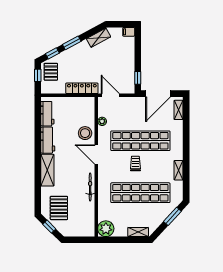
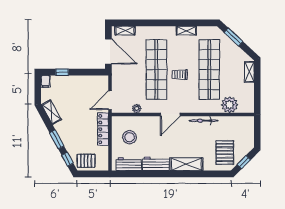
window: (38, 75) -> (90, 174), removed
window: (138, 78) -> (62, 72), moved
stool: (85, 133) -> (130, 137), moved
pallet: (59, 208) -> (225, 153), turned 90
plant: (106, 229) -> (230, 105), moved

